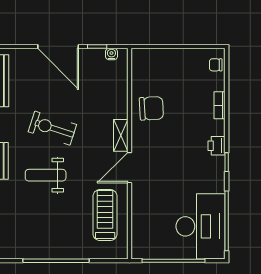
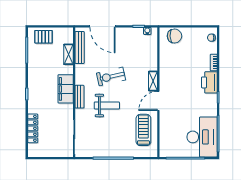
door: (58, 46) -> (102, 26), moved
chair: (151, 108) -> (174, 36), moved
exercise bike: (52, 128) -> (111, 77), turned -31
printer: (216, 146) -> (209, 82), width x1.87, depth x1.48
weight bench: (46, 175) -> (107, 105), turned 180

